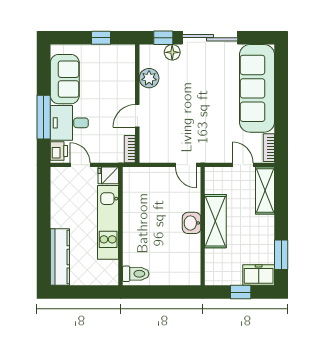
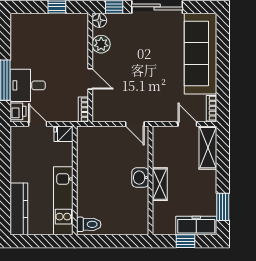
floor lamp: (172, 52) -> (99, 20), moved
sofa: (65, 79) -> (23, 45), removed
door: (137, 116) -> (90, 79), swing flipped
shelving: (215, 221) -> (160, 184), width x0.67, depth x0.75
kitchen unit: (108, 222) -> (63, 201), moved
freezer: (259, 275) -> (196, 225), width x1.40

